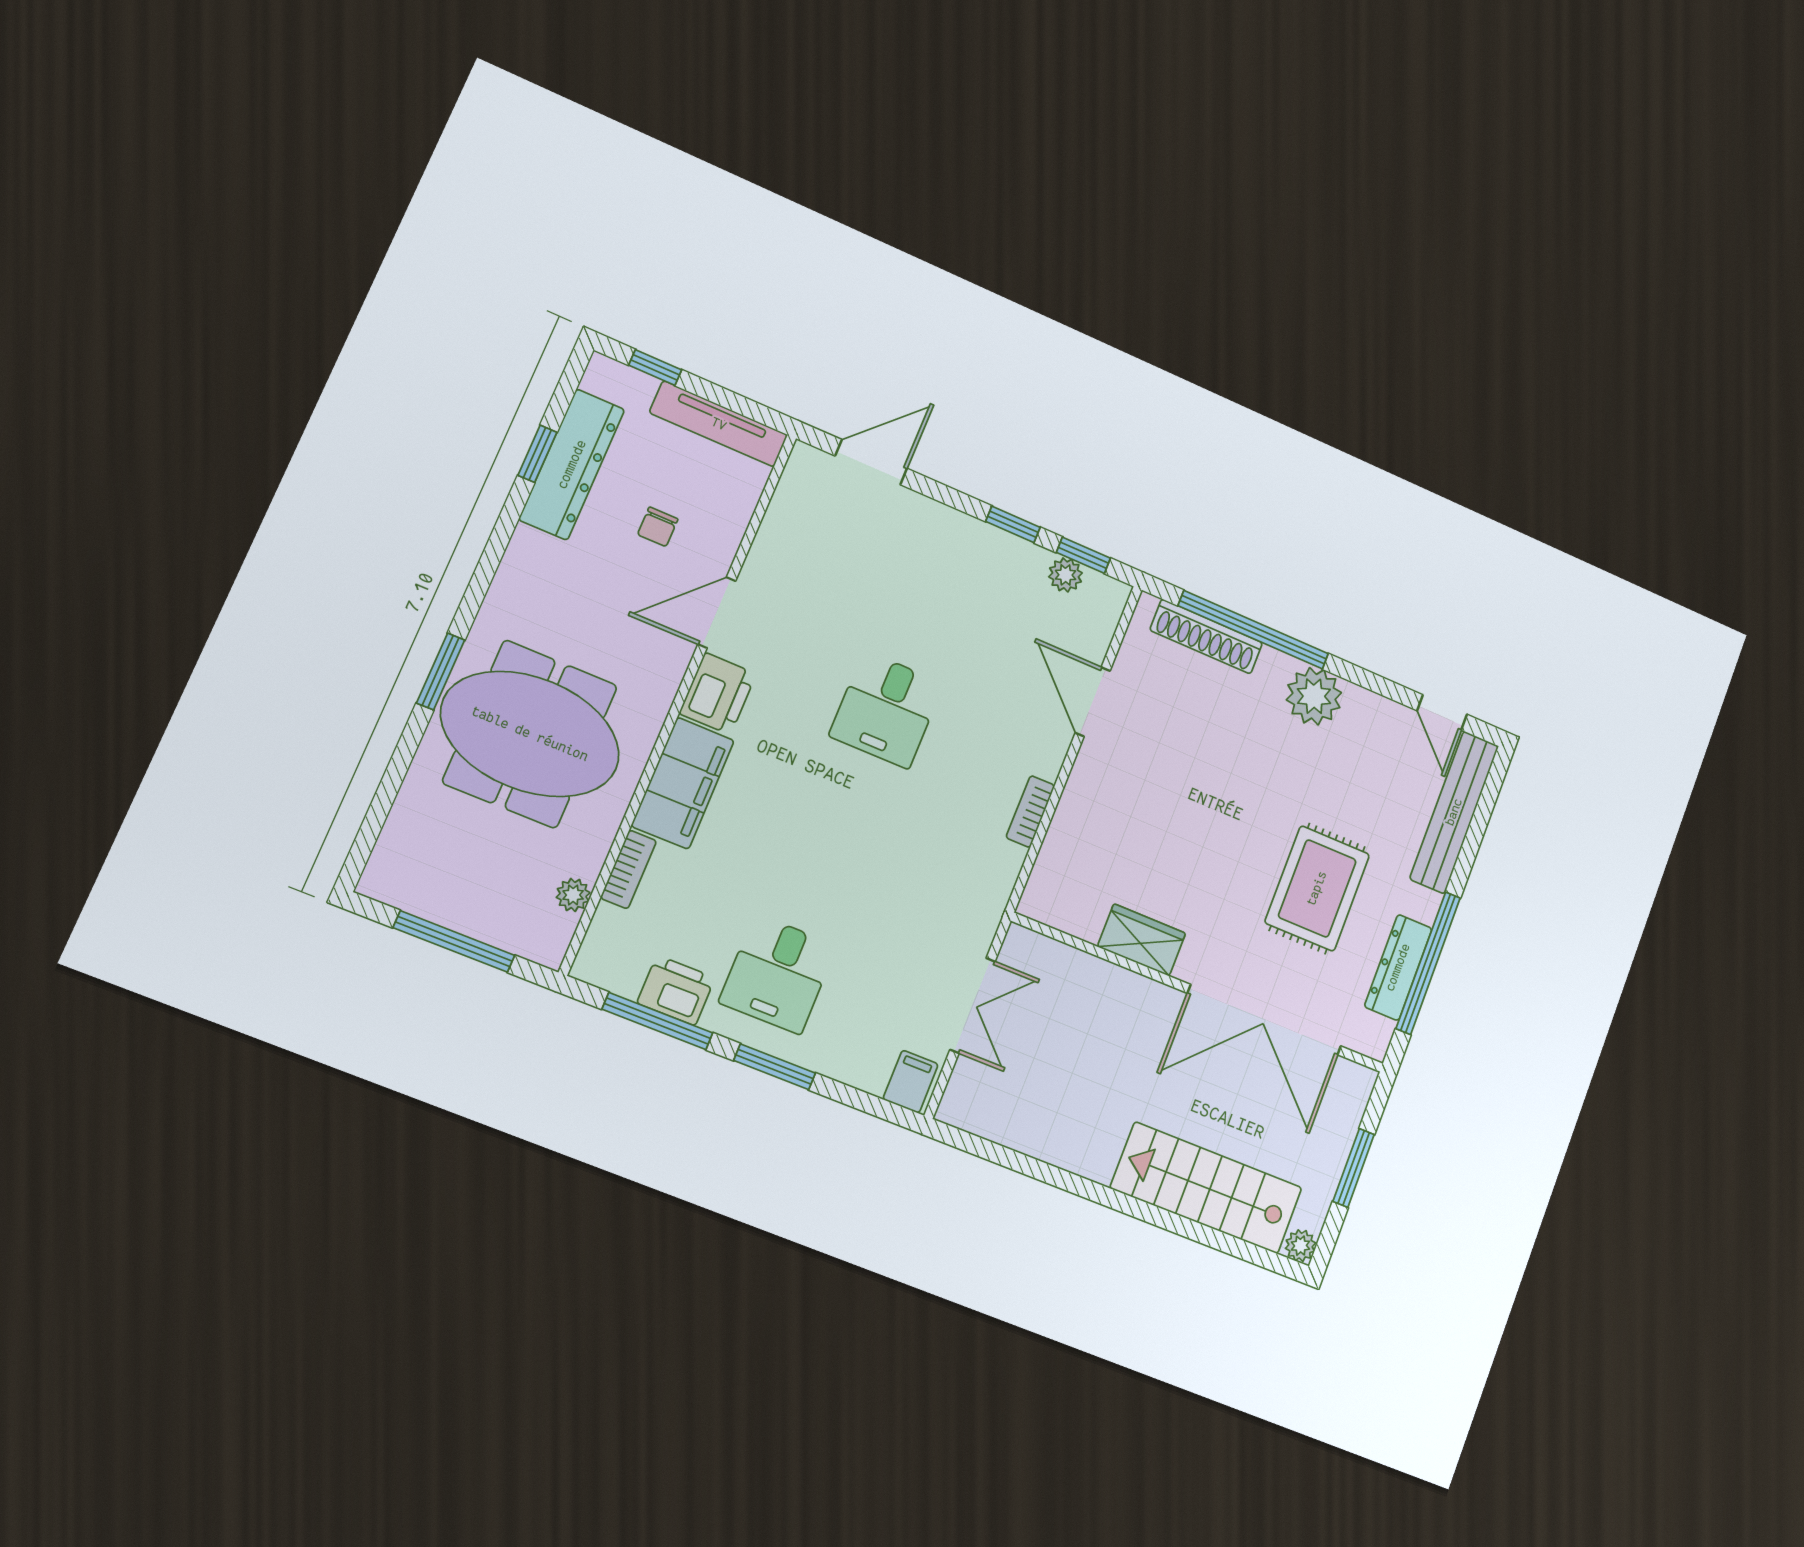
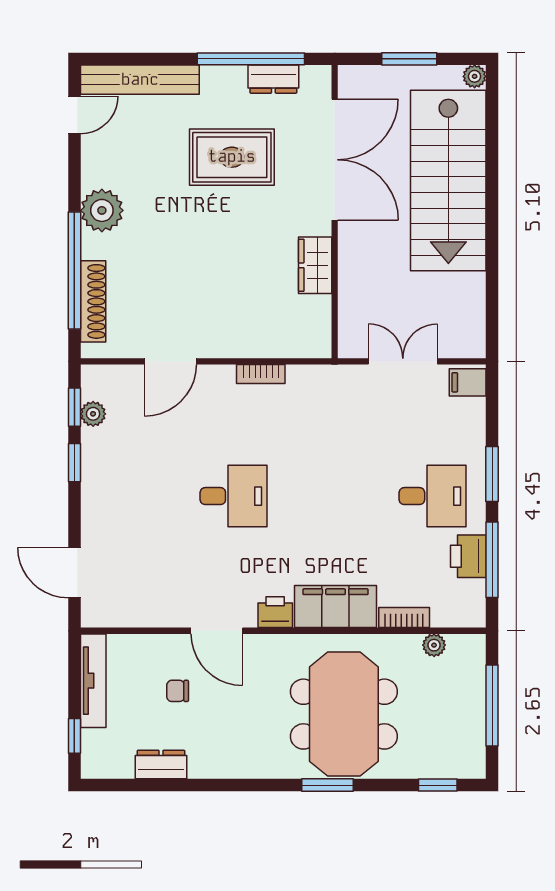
window: (537, 454) -> (438, 785), moved
dresser: (572, 464) -> (161, 765), width x0.51, depth x0.80
chair: (658, 527) -> (178, 691), turned 180
printer: (718, 694) -> (275, 612), width x0.73, depth x0.81
dresser: (1398, 967) -> (273, 79), width x0.70
stairs: (1206, 1188) -> (448, 181), width x1.36, depth x1.51

